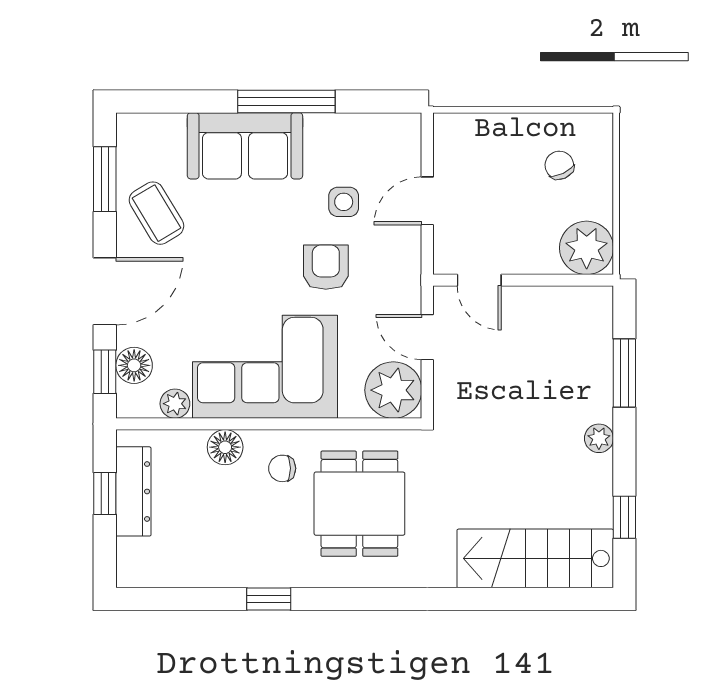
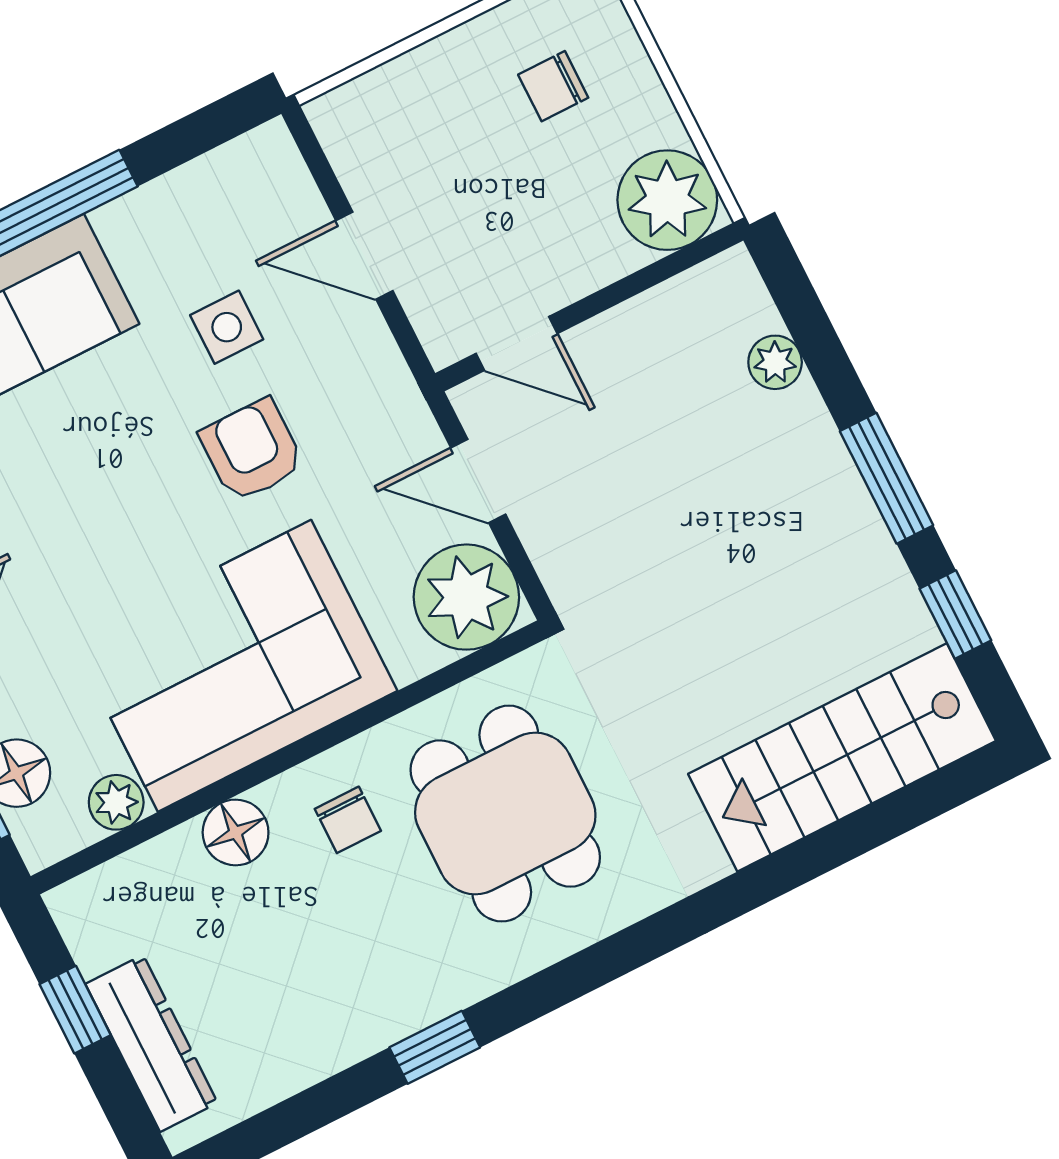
chair: (559, 165) -> (553, 86), turned -65
door: (427, 201) -> (364, 256), hinge flipped
window: (624, 373) -> (887, 478), moved
plant: (599, 438) -> (775, 362), moved
chair: (282, 468) -> (348, 820), turned -90
dresser: (133, 491) -> (152, 1043), moved

